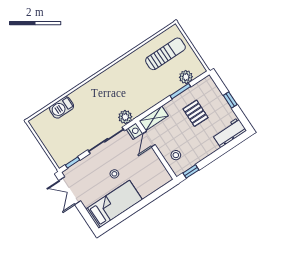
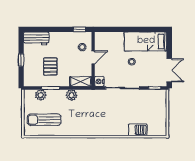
plant: (125, 117) -> (72, 95), moved
door: (149, 139) -> (93, 57), moved

